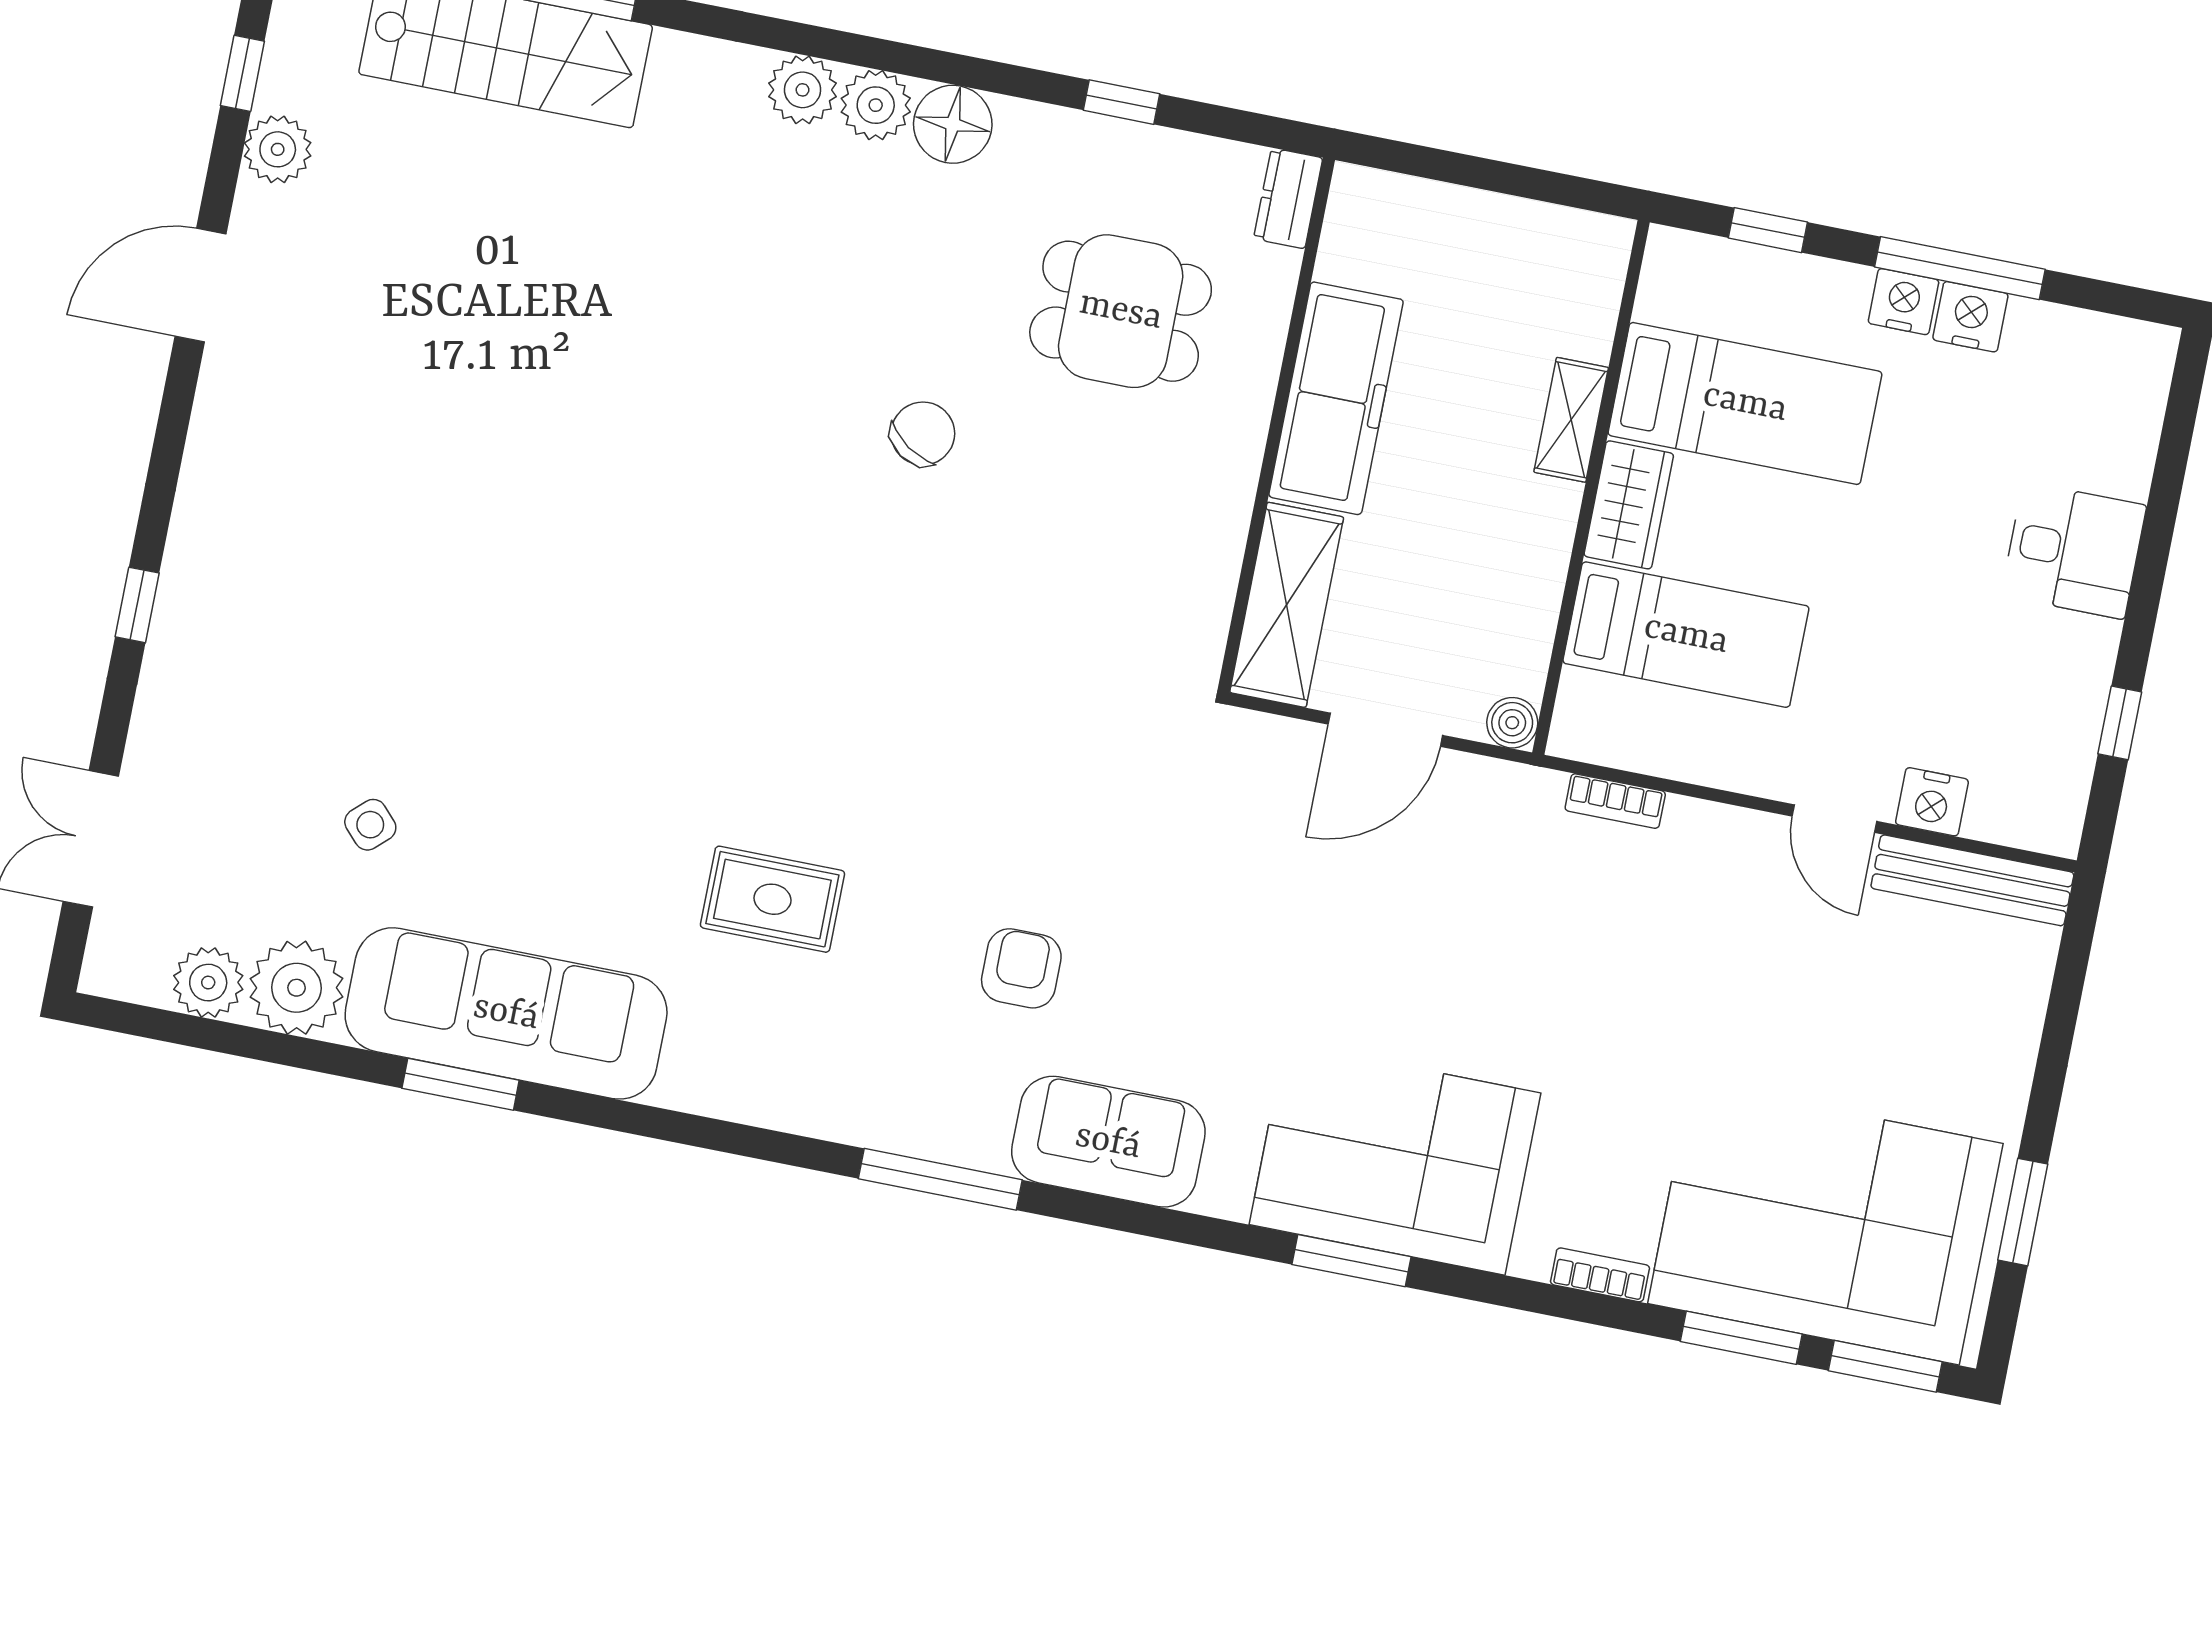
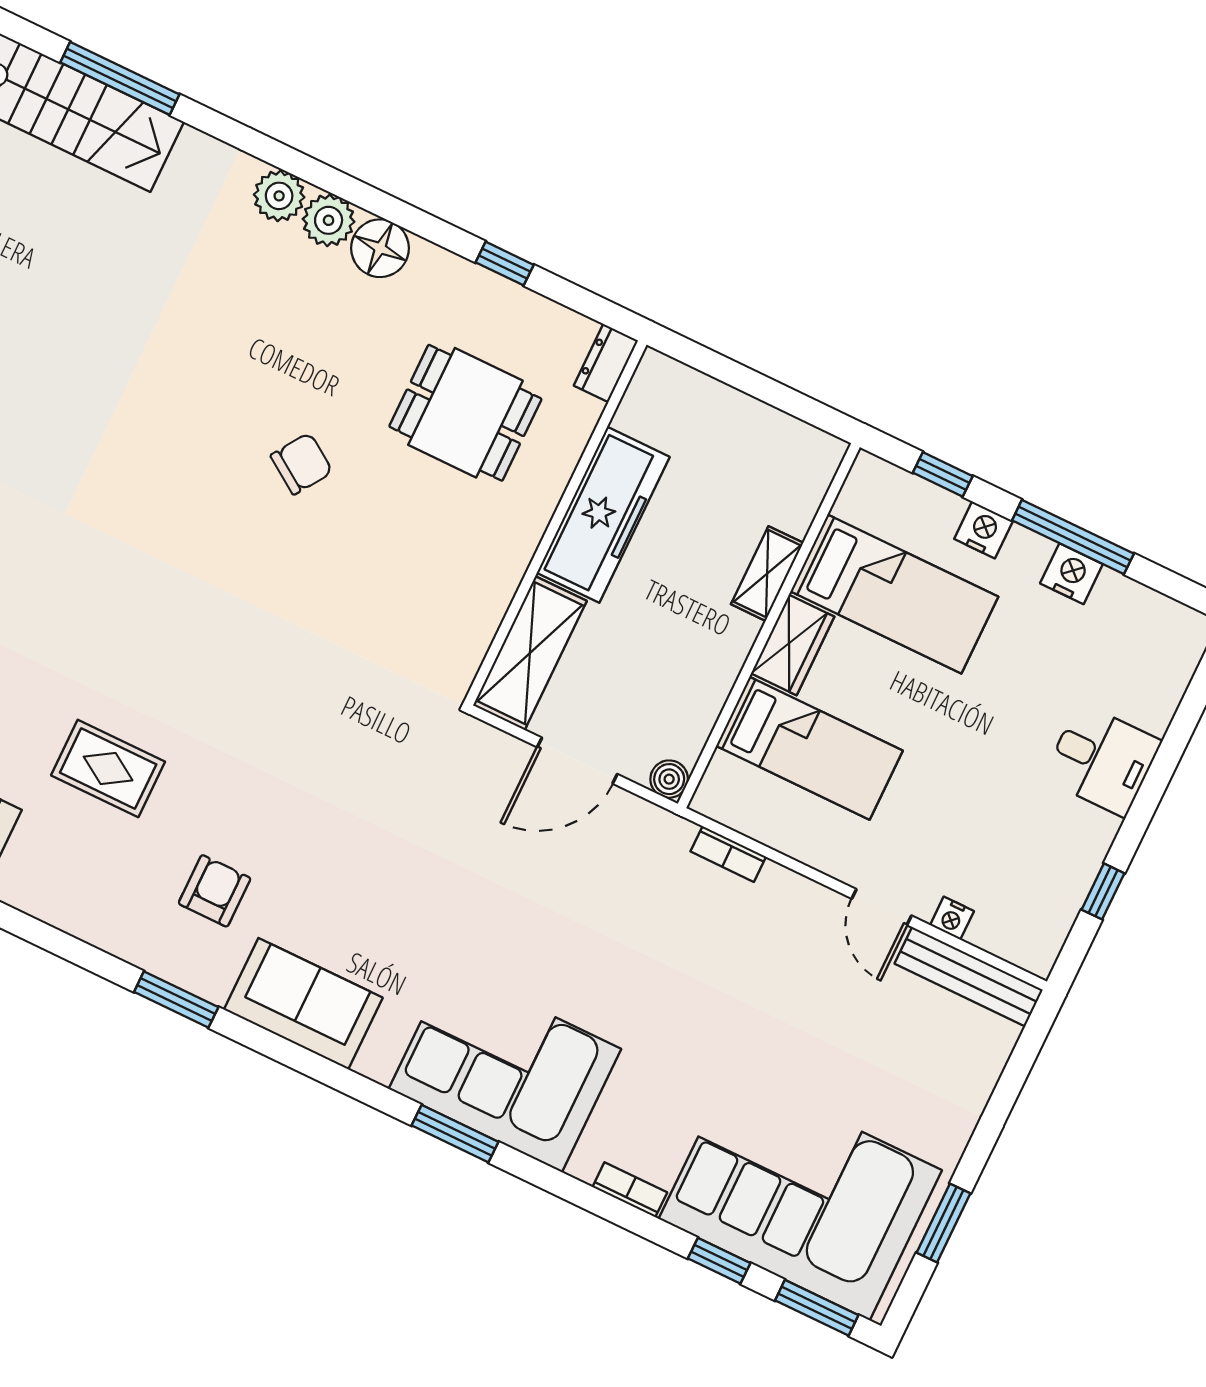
nightstand: (1904, 302) -> (984, 530), moved
nightstand: (1932, 802) -> (952, 918), width x0.72, depth x0.74
armchair: (1021, 968) -> (215, 891), moved
window: (940, 1179) -> (176, 1000), width x0.69
window: (1741, 1338) -> (719, 1261), width x0.67

